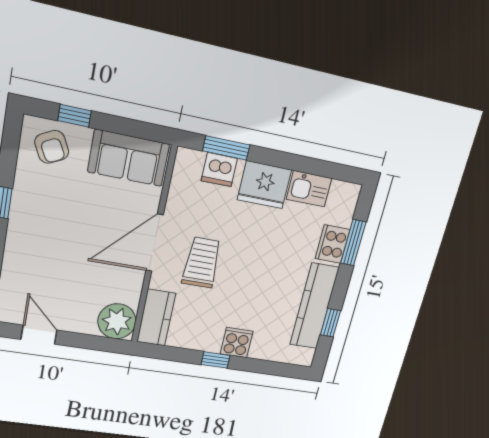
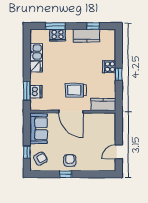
fridge: (264, 185) -> (36, 67), width x0.53, depth x0.75
armchair: (36, 219) -> (70, 161), added
kitchen counter: (314, 306) -> (87, 36), width x0.67
plant: (117, 321) -> (108, 121), removed

